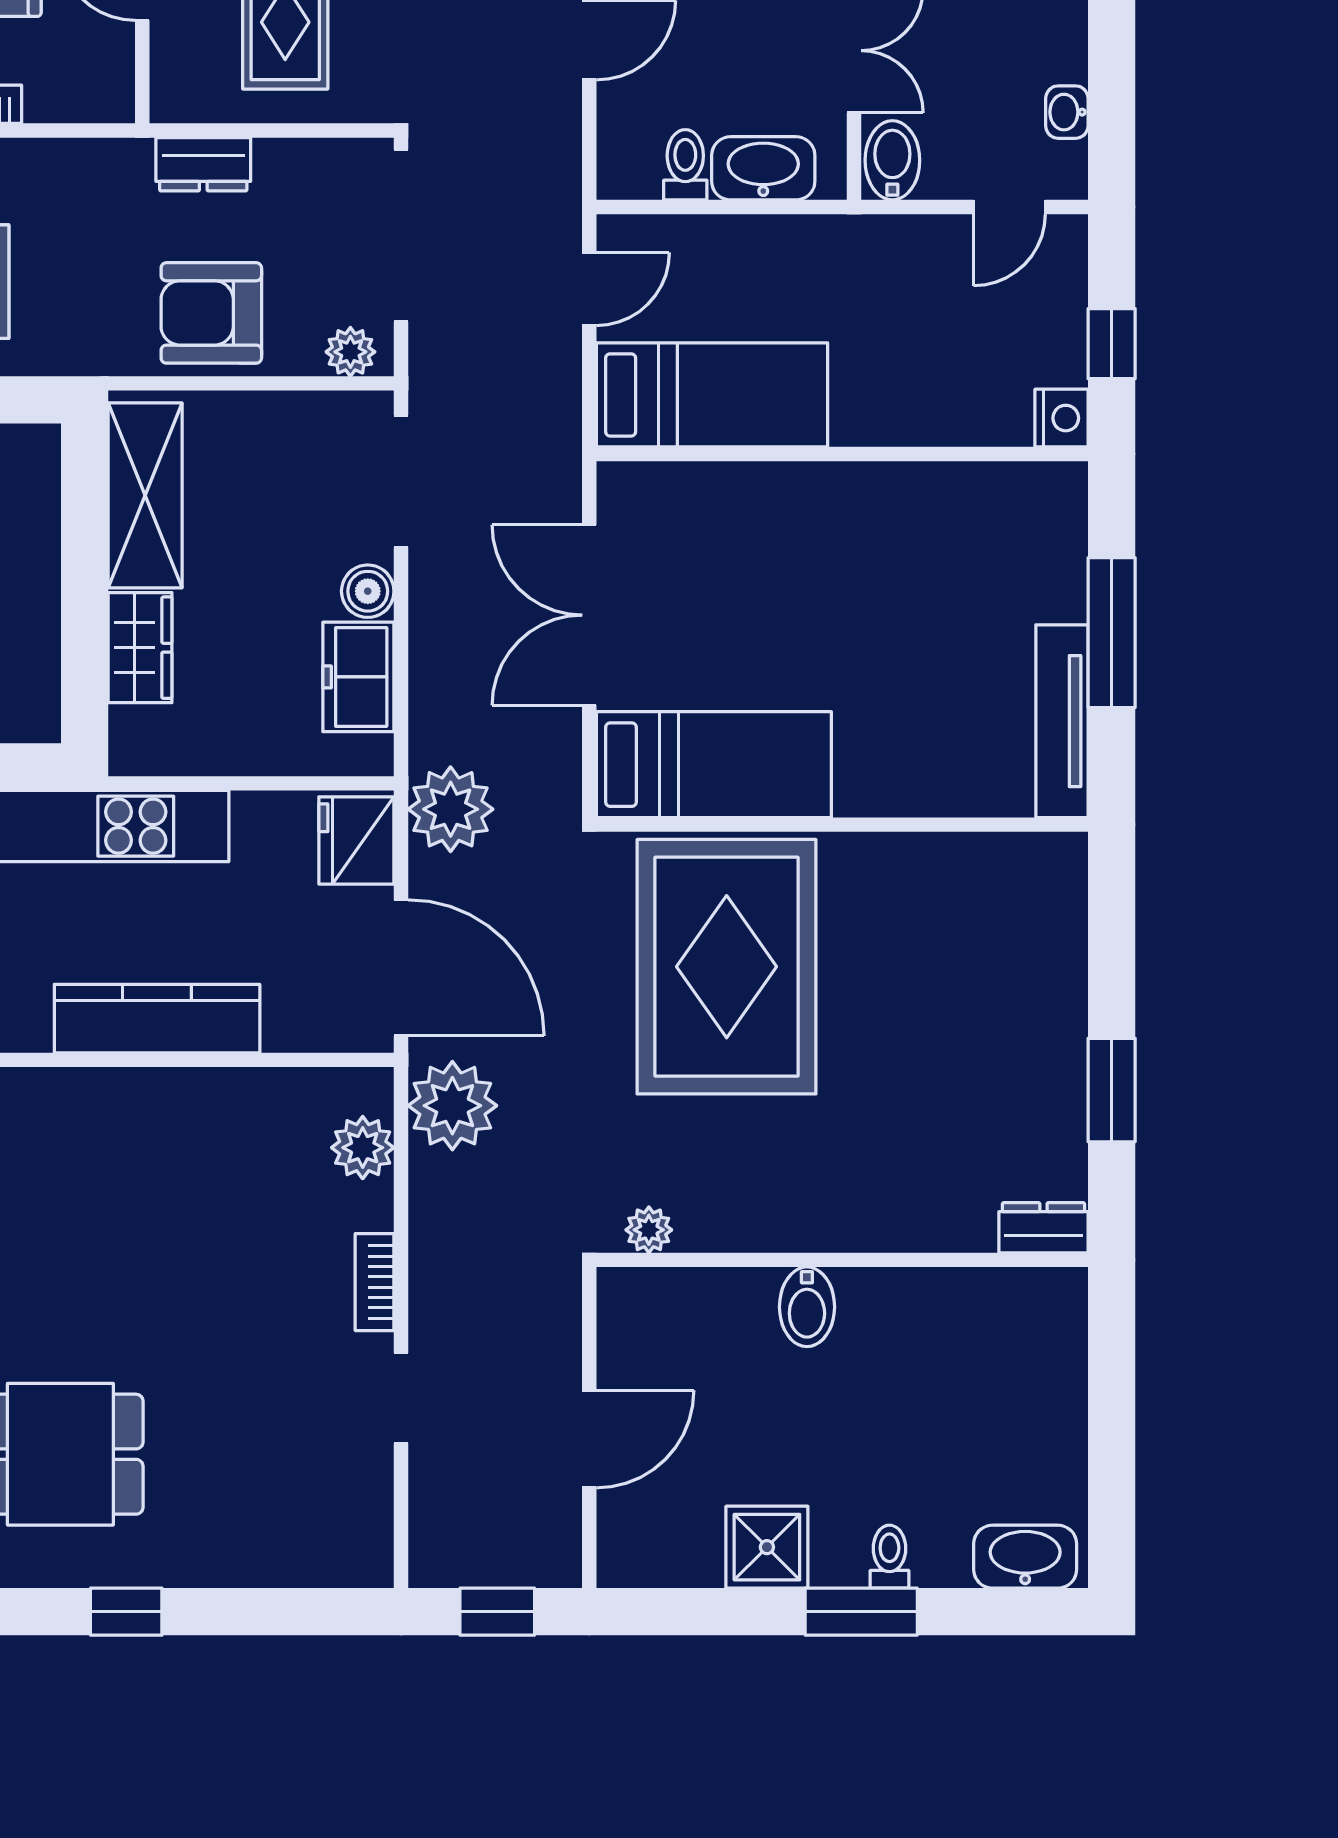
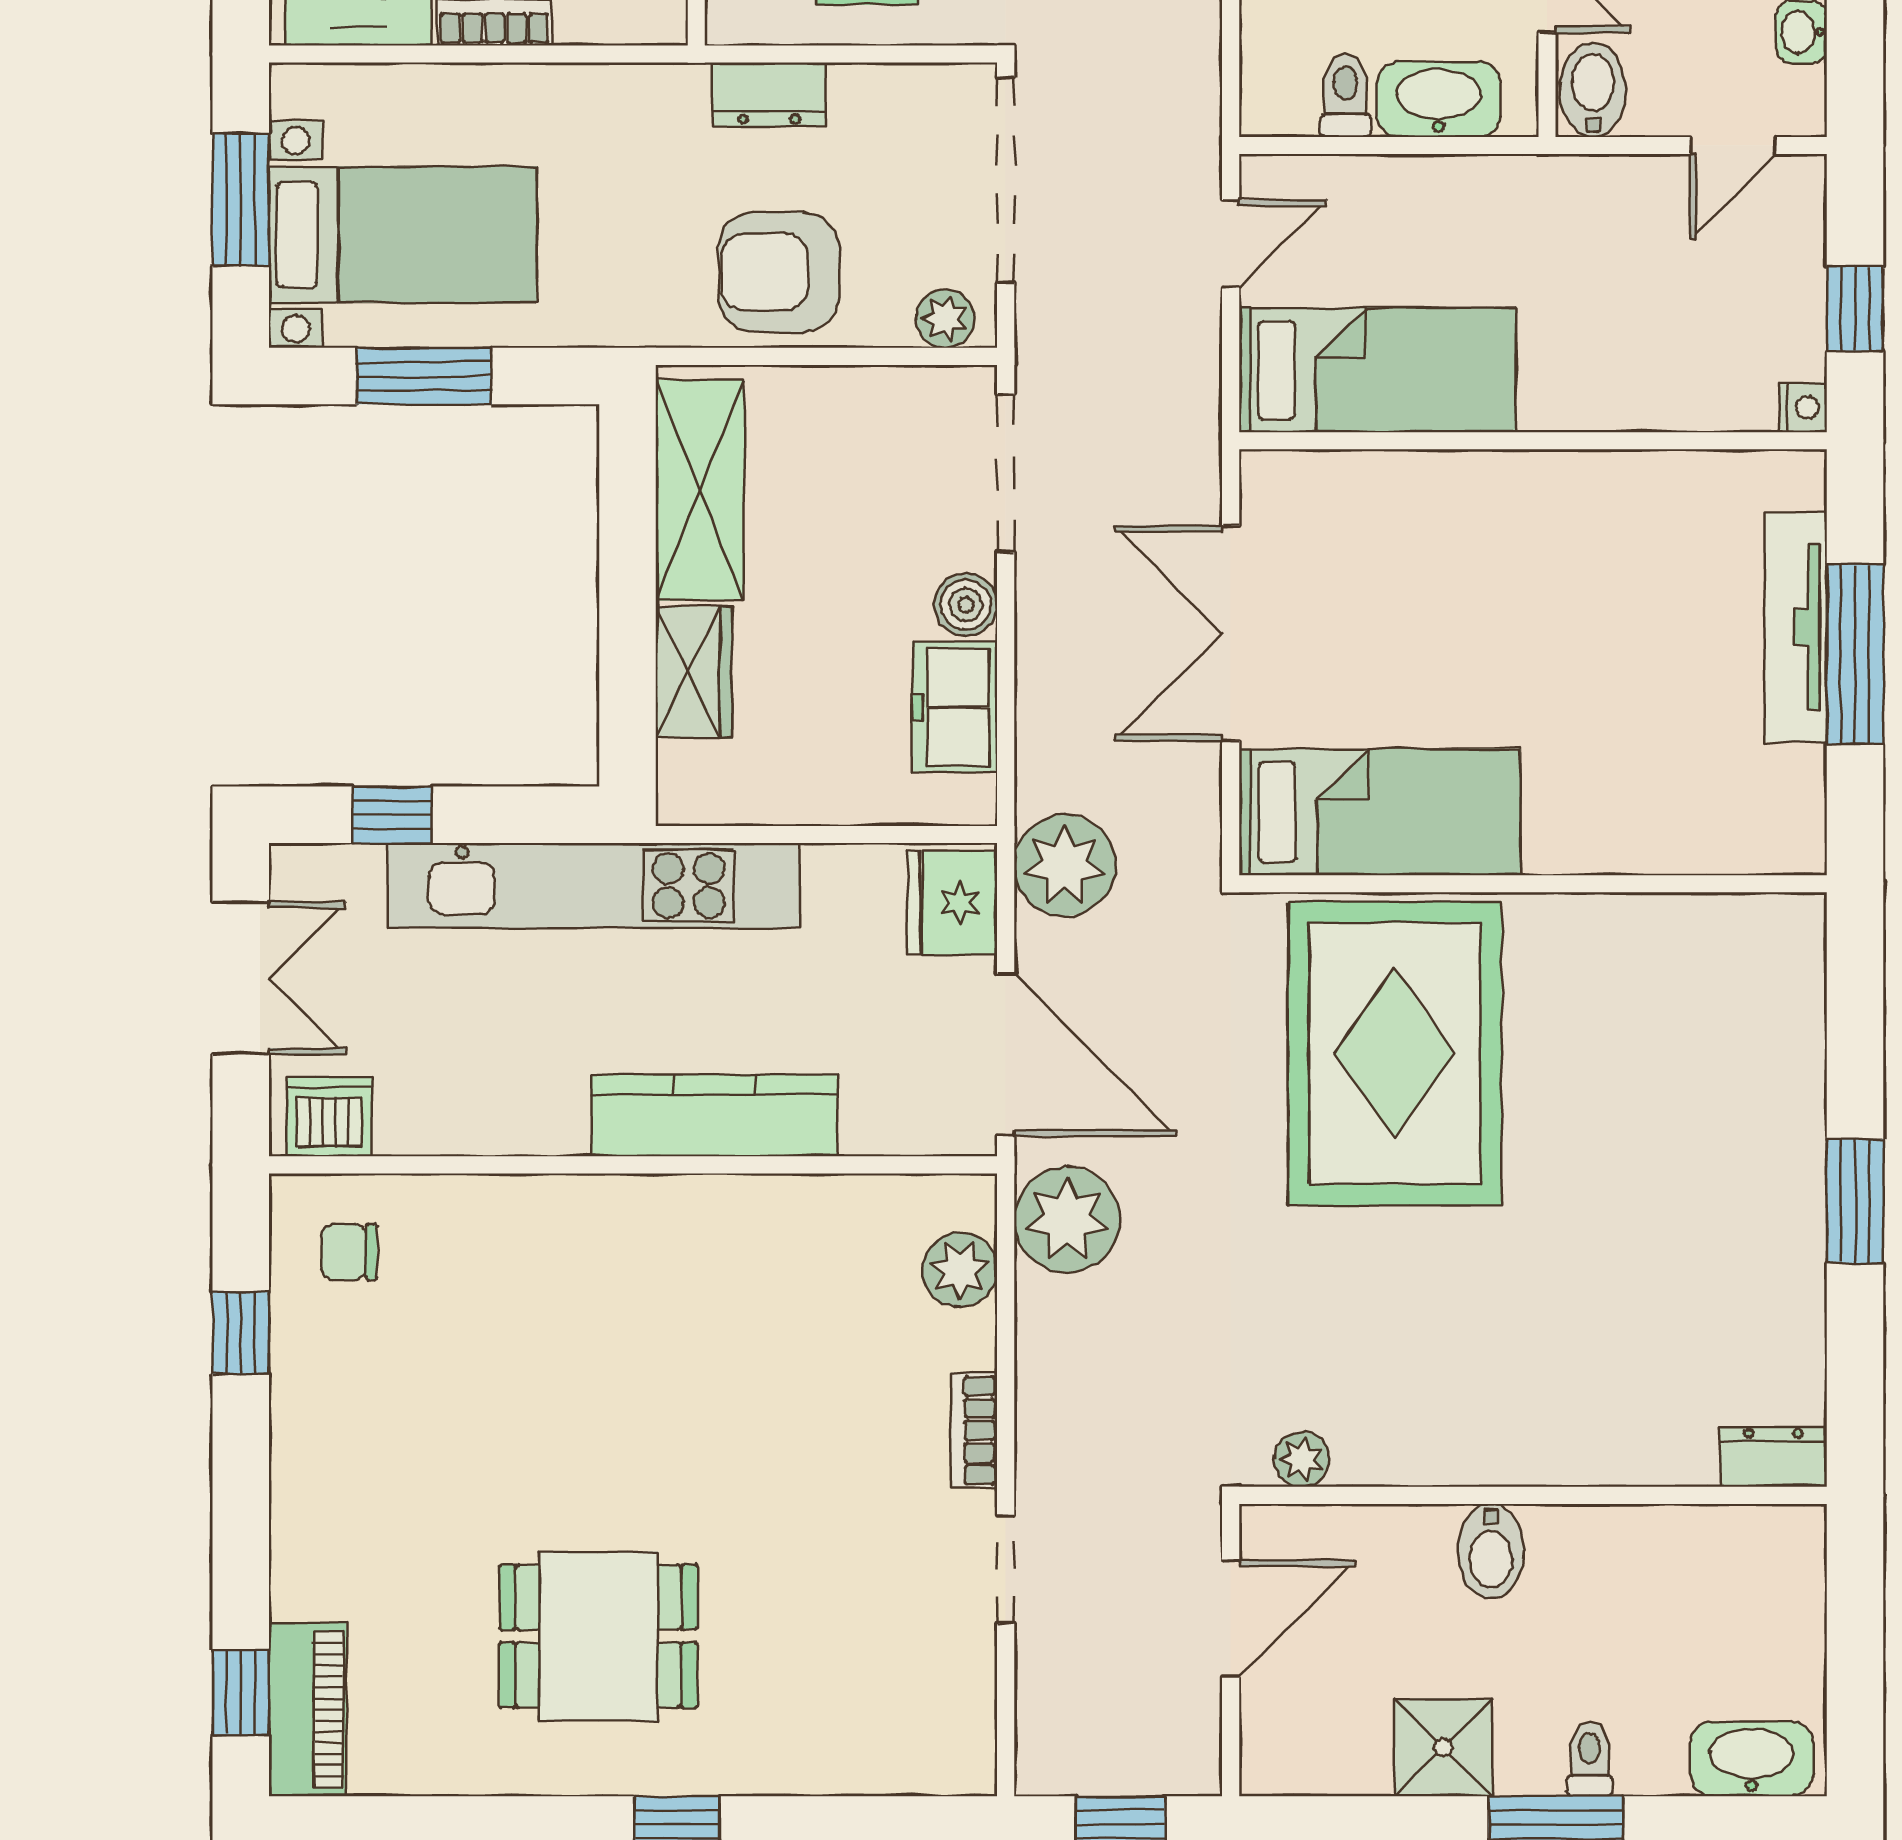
nightstand: (1061, 418) -> (1803, 407), width x0.72, depth x0.74
tv unit: (1062, 721) -> (1796, 627), moved
dresser: (1043, 1228) -> (1774, 1457), moved
plant: (649, 1230) -> (1302, 1459), moved
wall: (842, 1260) -> (1533, 1495), moved
bidet: (807, 1307) -> (1491, 1551), moved

